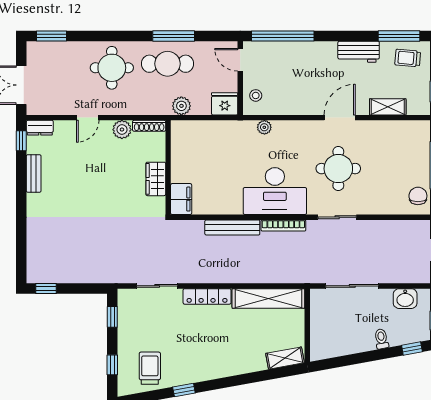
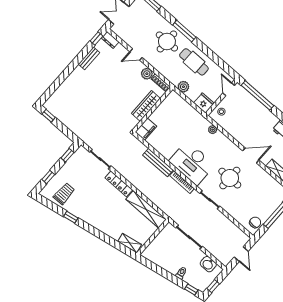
window: (174, 36) -> (184, 31), moved
wardrobe: (156, 179) -> (146, 106), width x1.50

